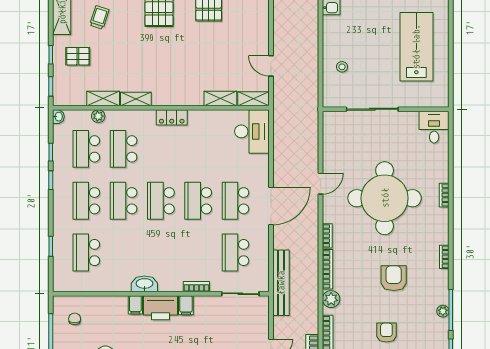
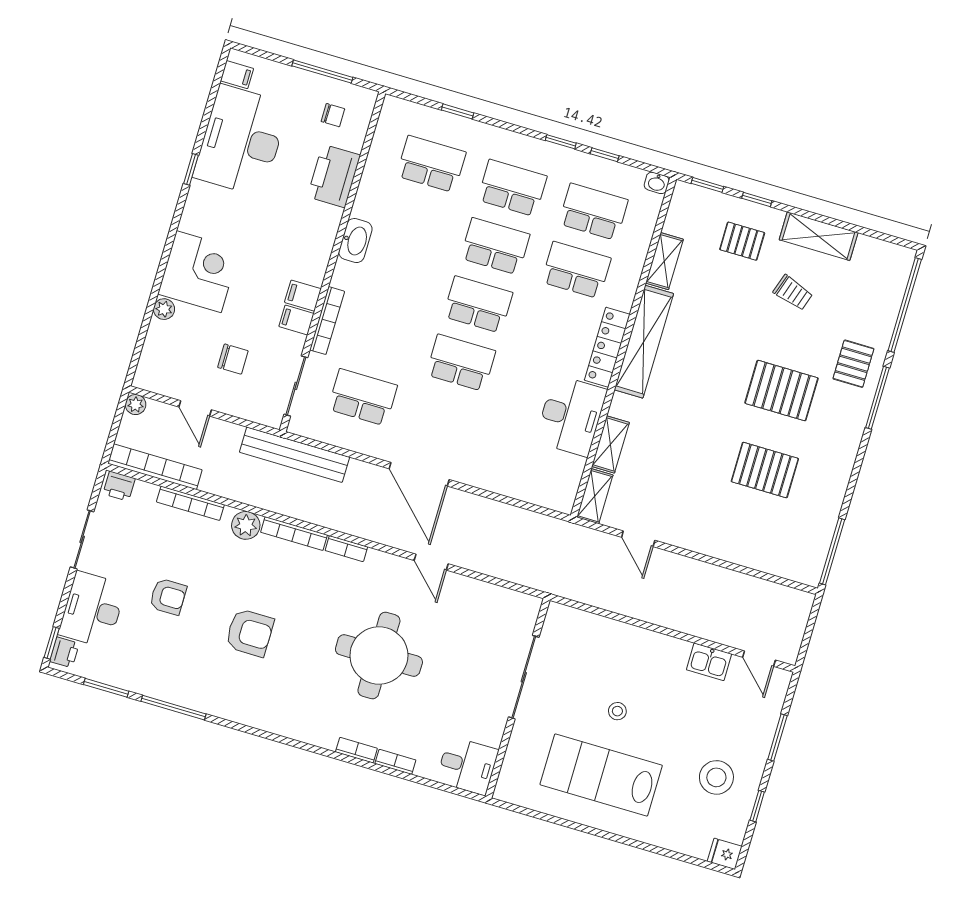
lab bench: (416, 47) -> (601, 775), turned 180
pallet: (78, 56) -> (742, 241), turned 90
door: (271, 66) -> (638, 539), swing flipped
stool: (342, 67) -> (617, 711), moved
shelving: (136, 99) -> (644, 342), width x2.20, depth x1.33
plant: (98, 116) -> (639, 245), removed
locker: (172, 117) -> (607, 347), width x1.53
desk: (252, 131) -> (571, 416), moved, turned -90
round table: (385, 198) -> (379, 655), width x0.73, depth x0.73
school desk: (235, 201) -> (444, 421), removed
bookcase: (444, 257) -> (395, 762), moved
bookcase: (196, 287) -> (327, 321), width x1.56
filing cabinet: (135, 305) -> (296, 320), moved
printer: (161, 308) -> (334, 176), moved
plant: (443, 311) -> (175, 695), removed
chair: (235, 335) -> (233, 359), added

